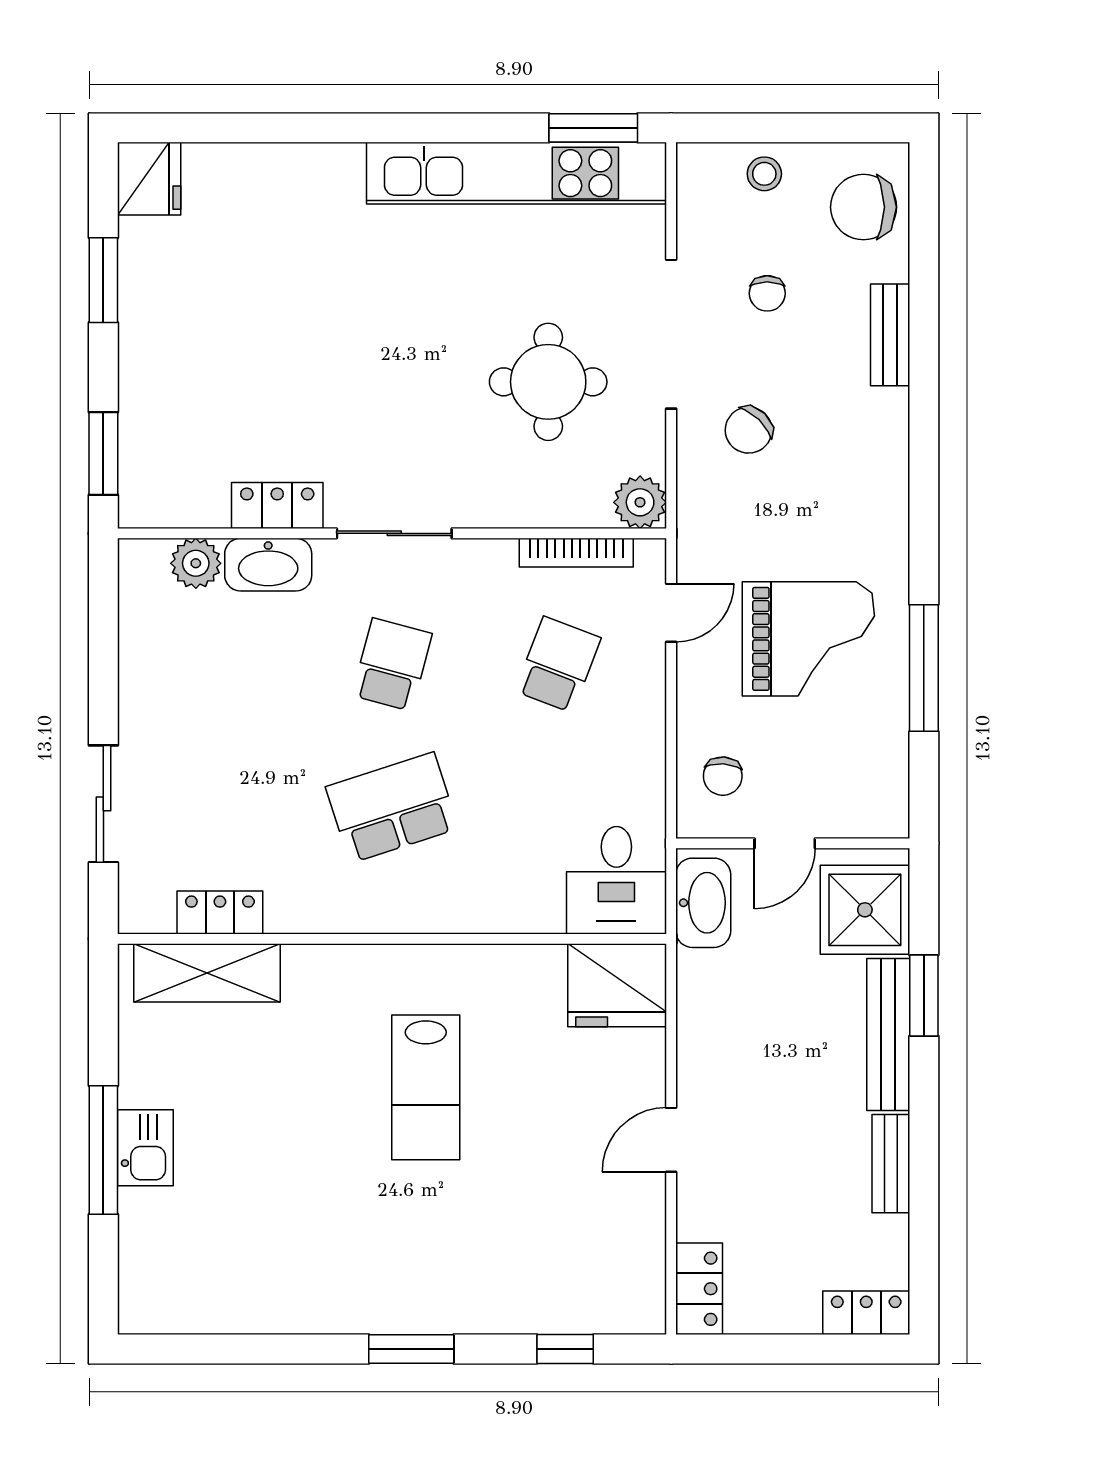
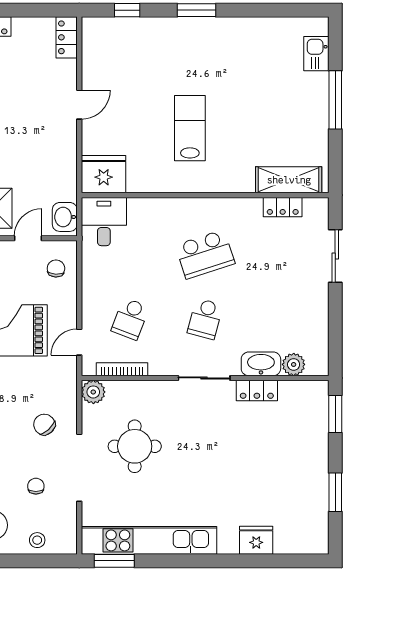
fridge: (149, 179) -> (256, 540), moved, turned 90
chair: (749, 430) -> (44, 425), turned -87
washbasin: (703, 903) -> (65, 217), width x0.72
kitchen sink: (145, 1148) -> (316, 54), moved

